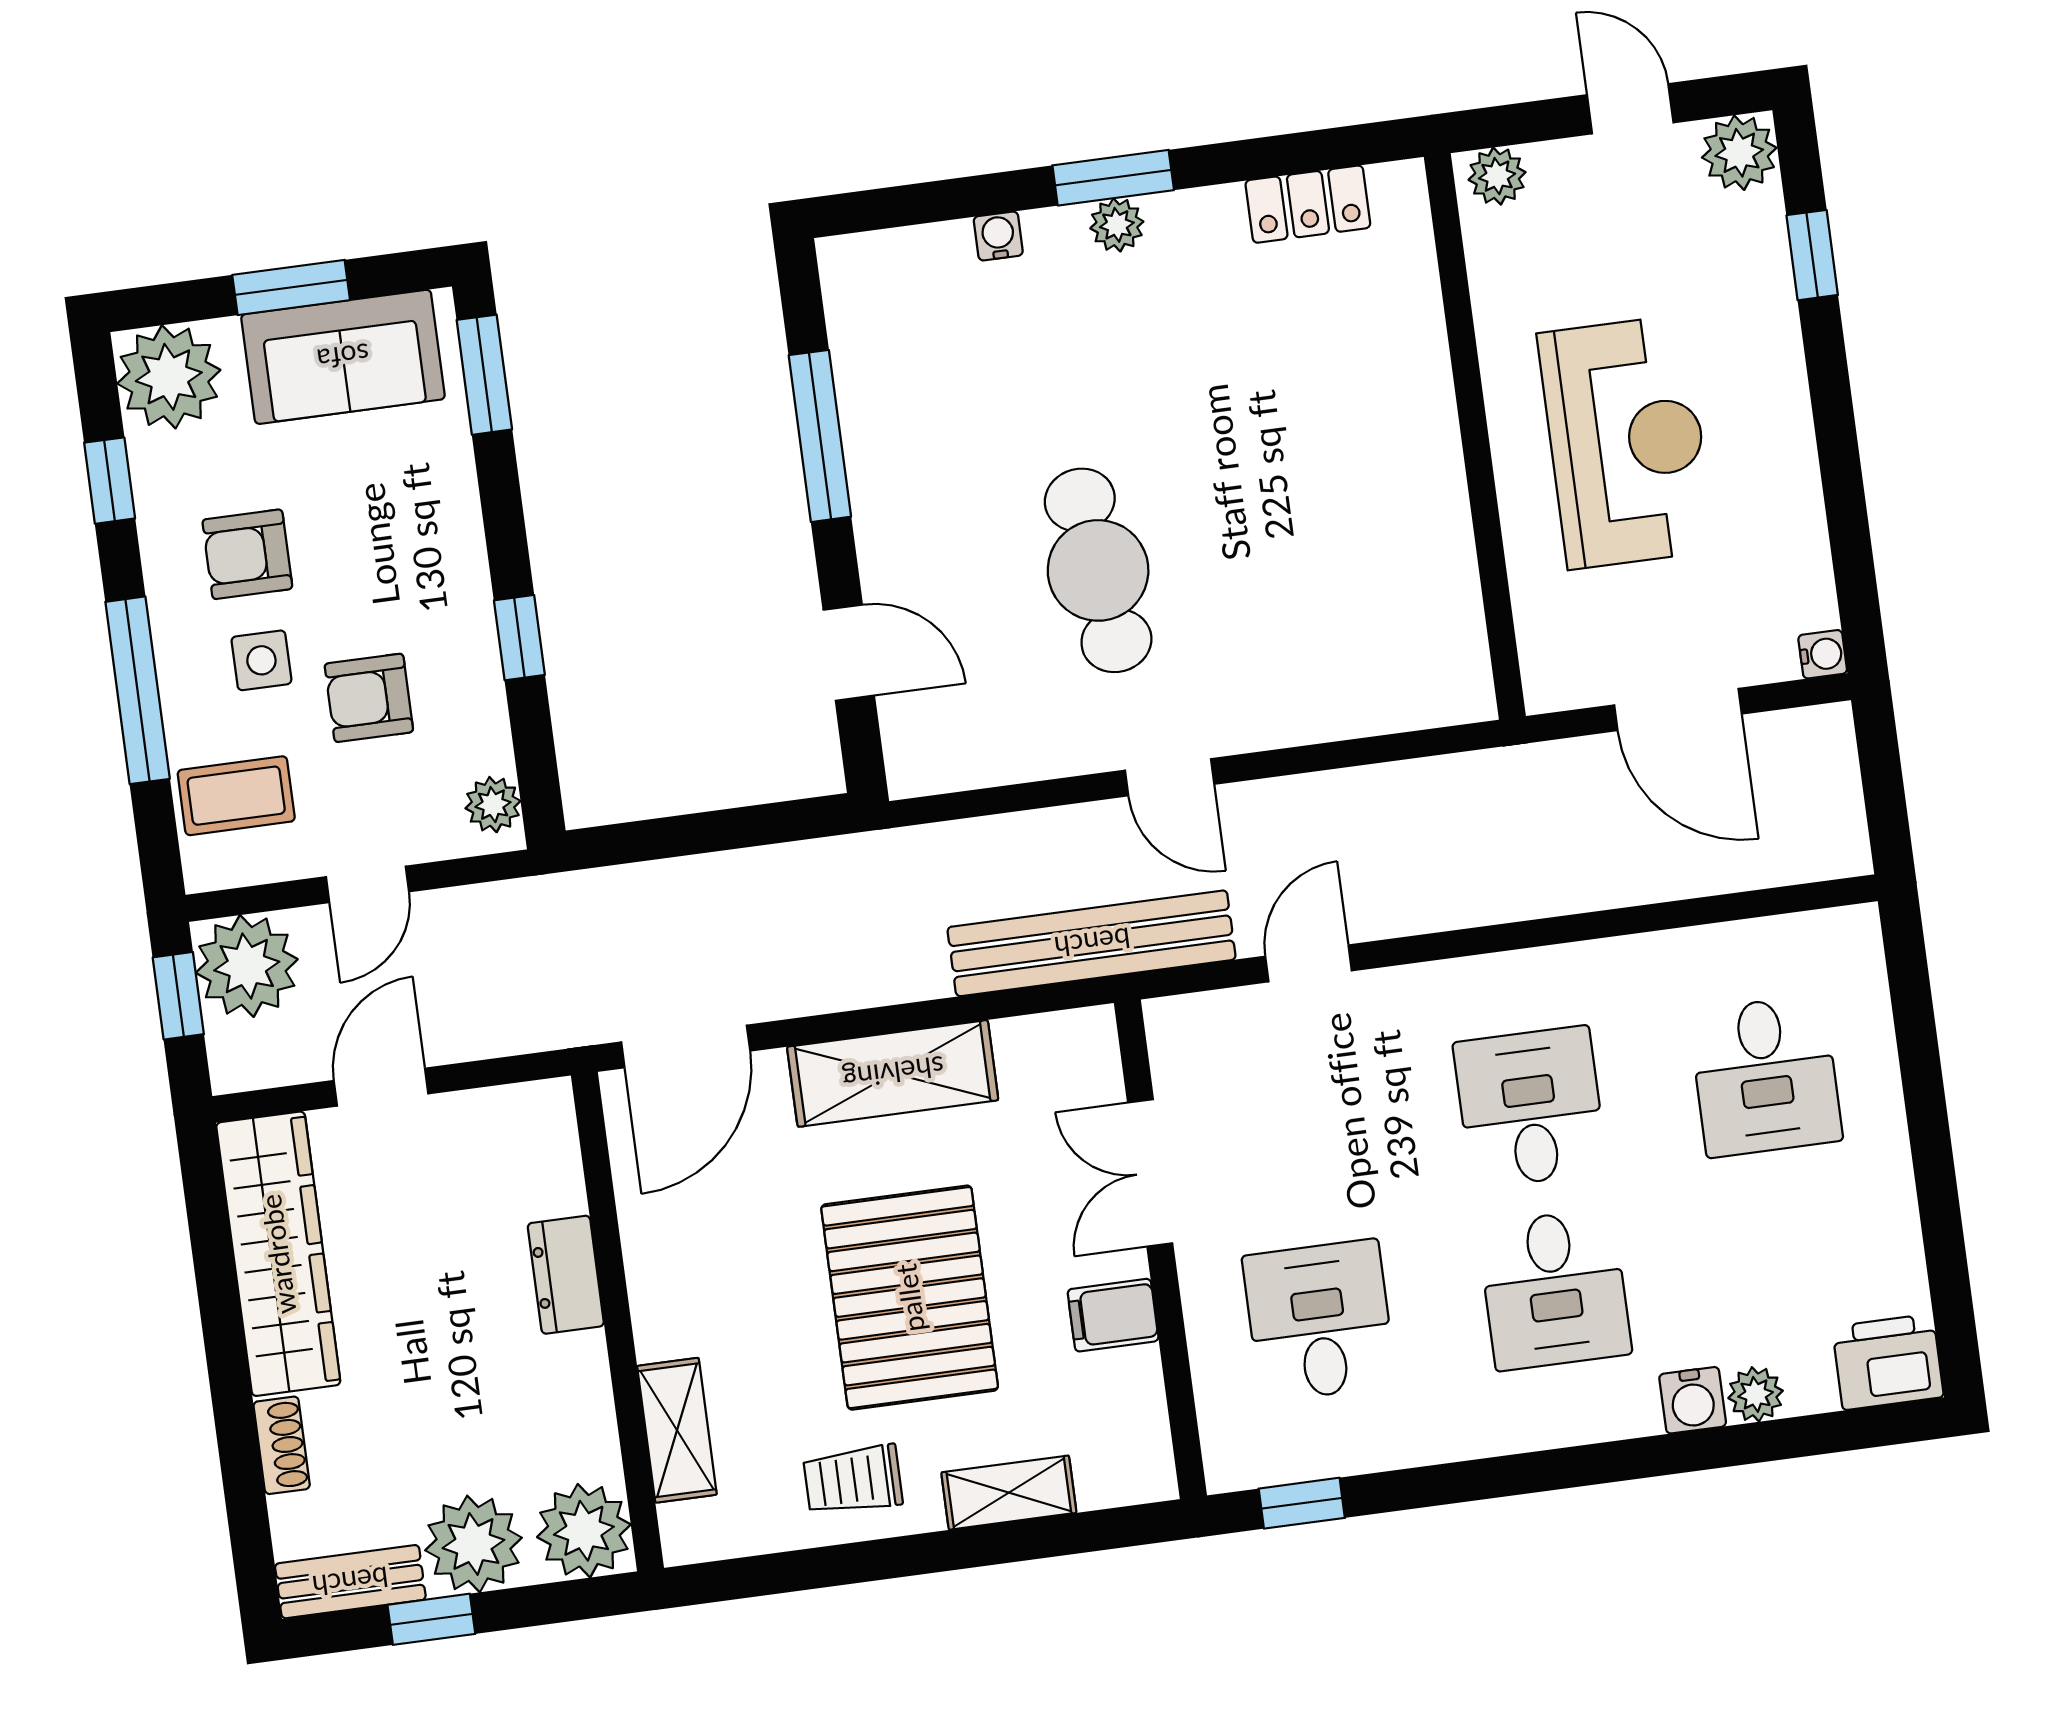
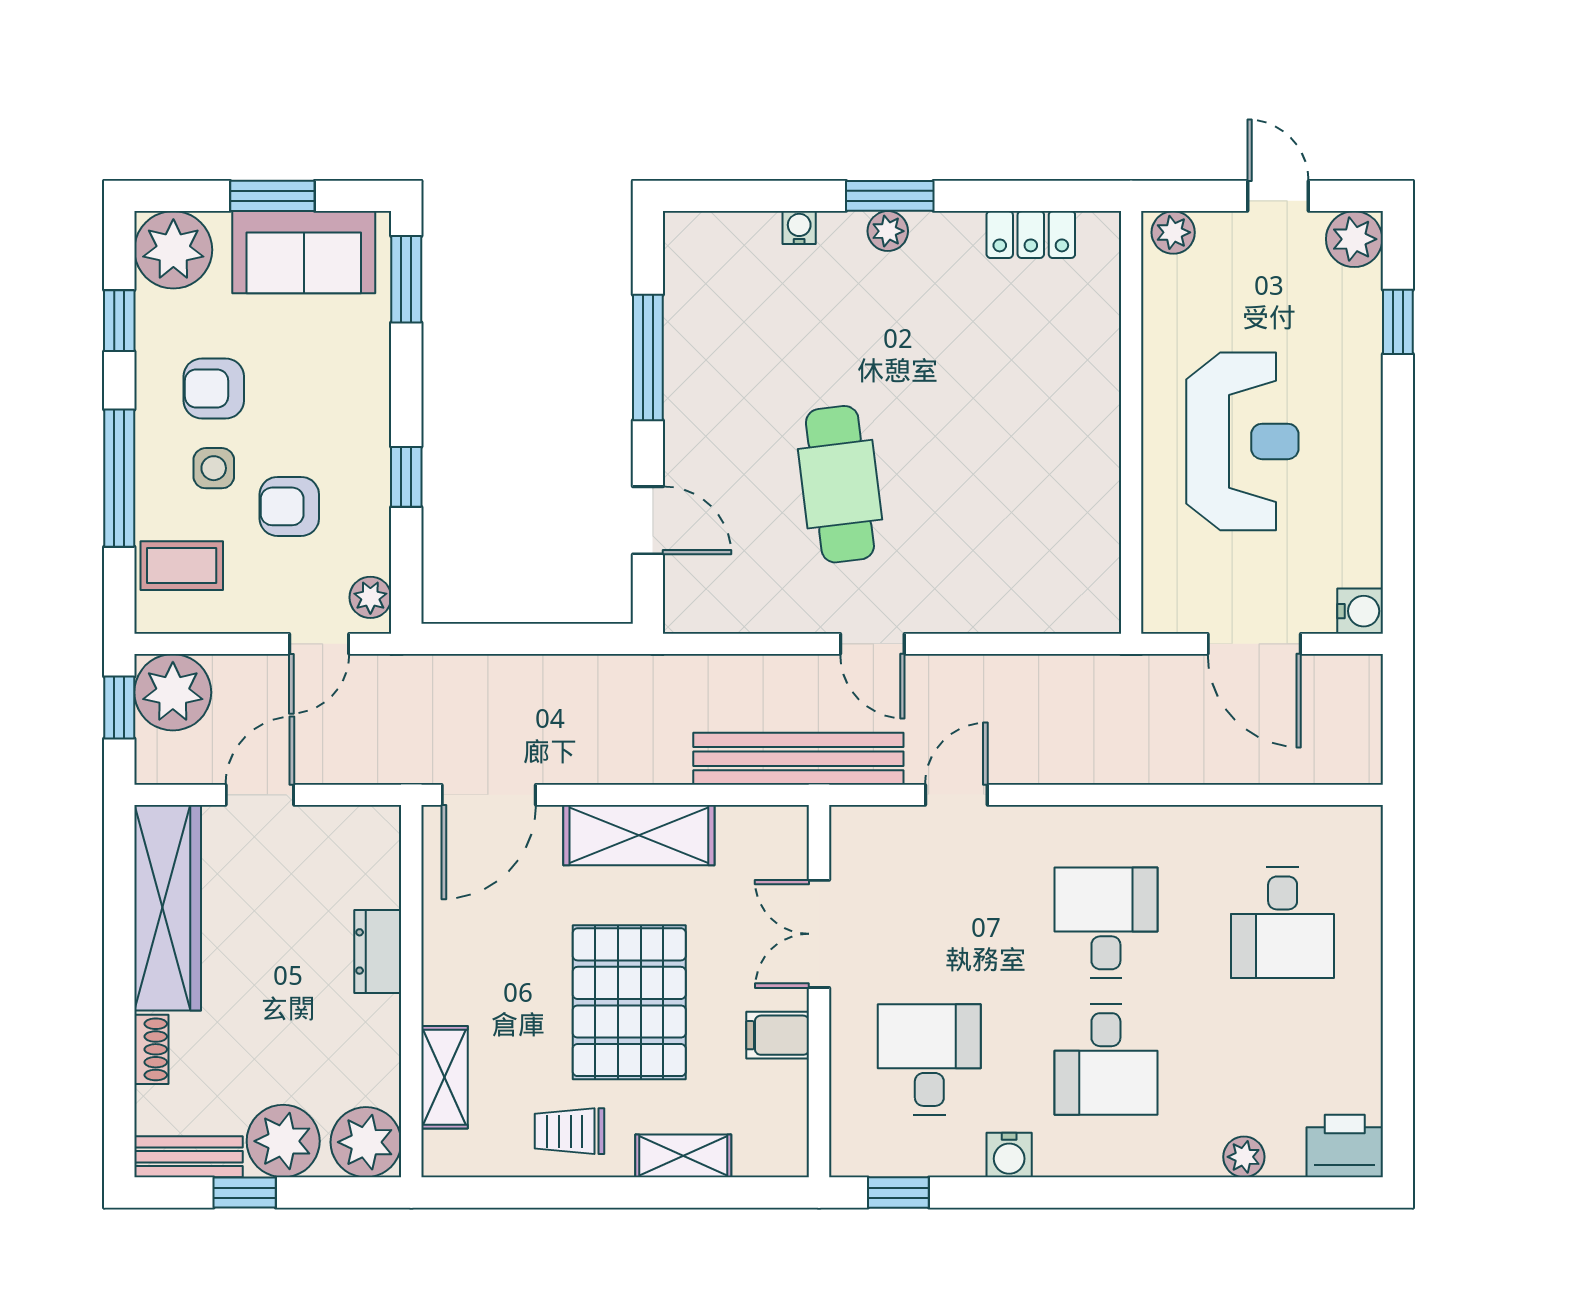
water cooler: (1823, 654) -> (1360, 611), width x1.38, depth x1.38
door: (368, 884) -> (319, 644), moved
water cooler: (1693, 1400) -> (1009, 1155), moved

